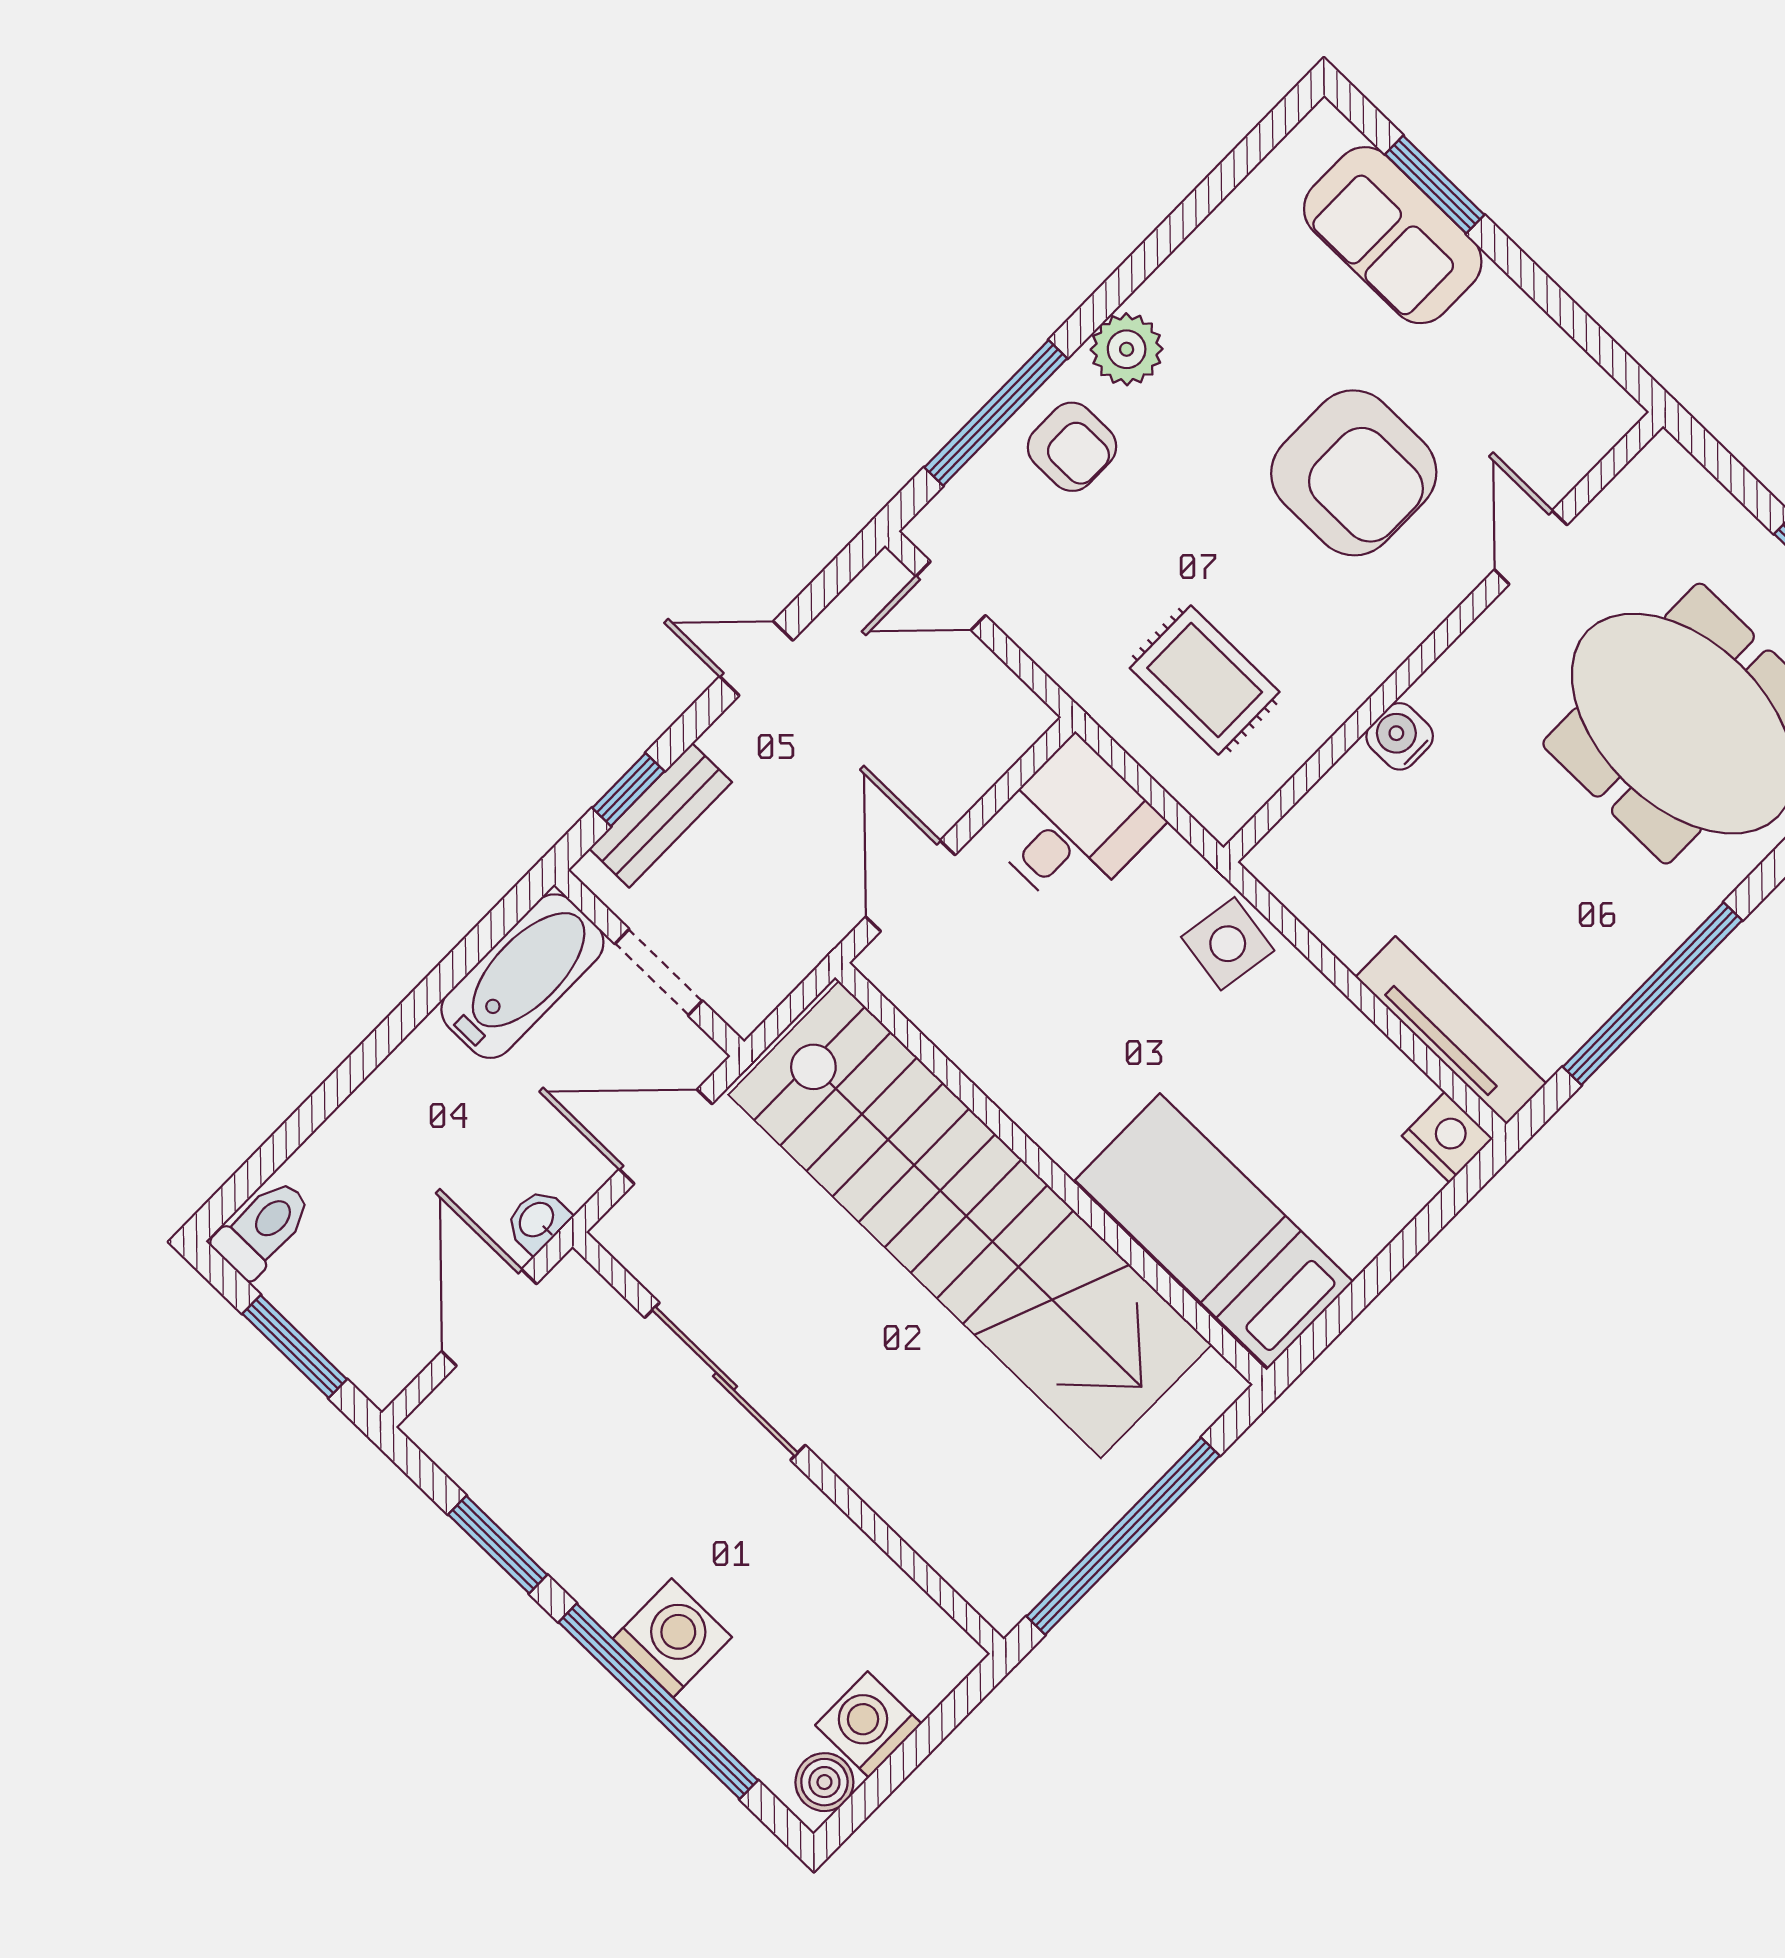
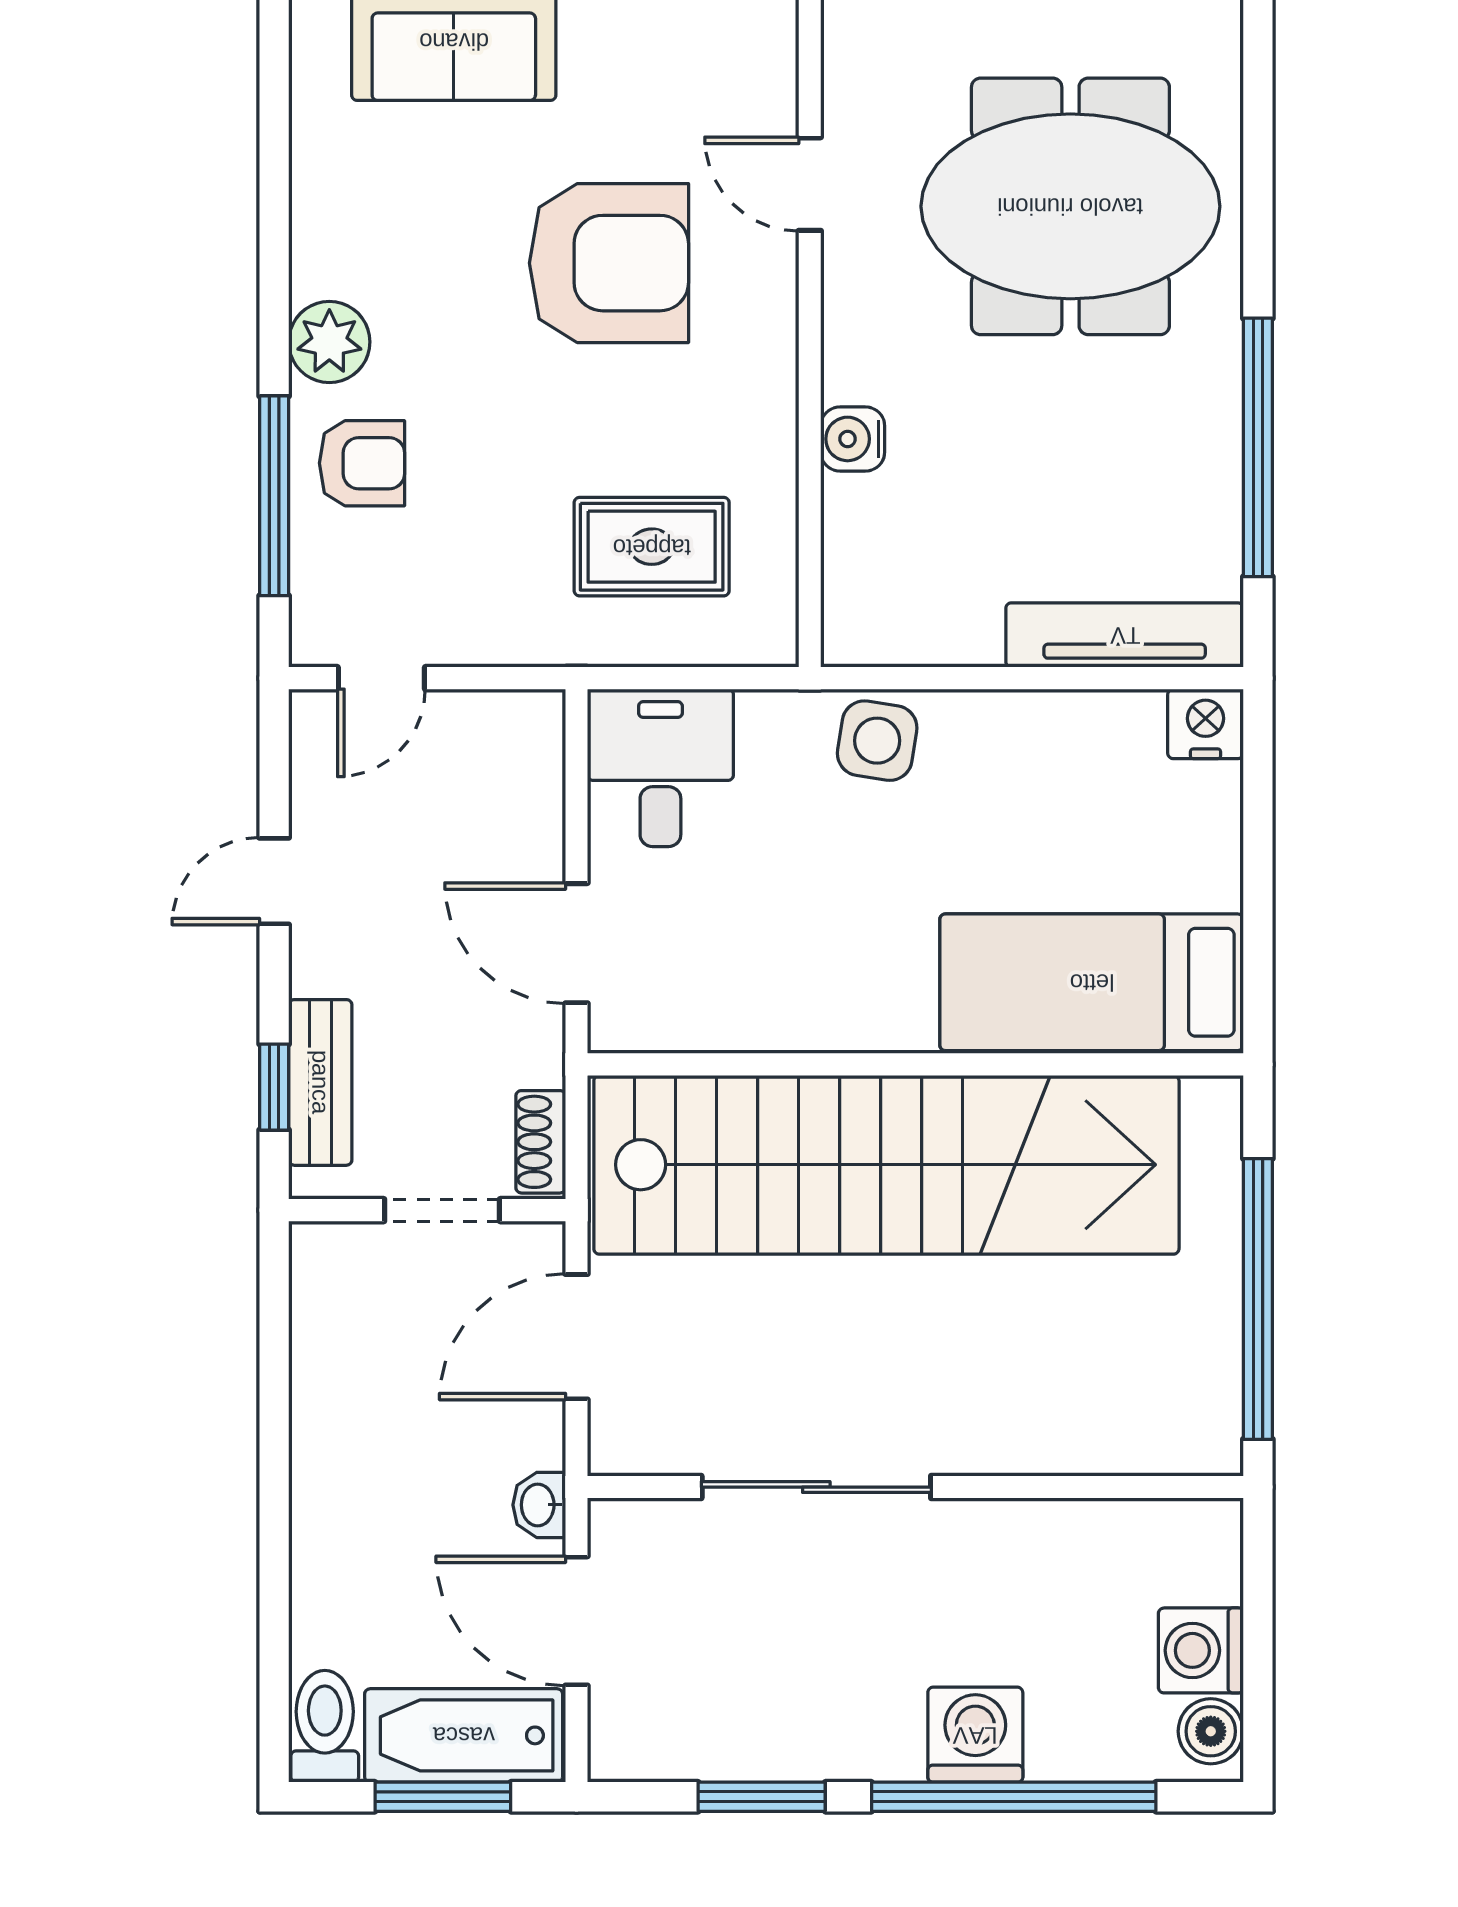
bathtub: (522, 976) -> (464, 1735), moved, turned -90
shoe rack: (764, 990) -> (541, 1142), added

